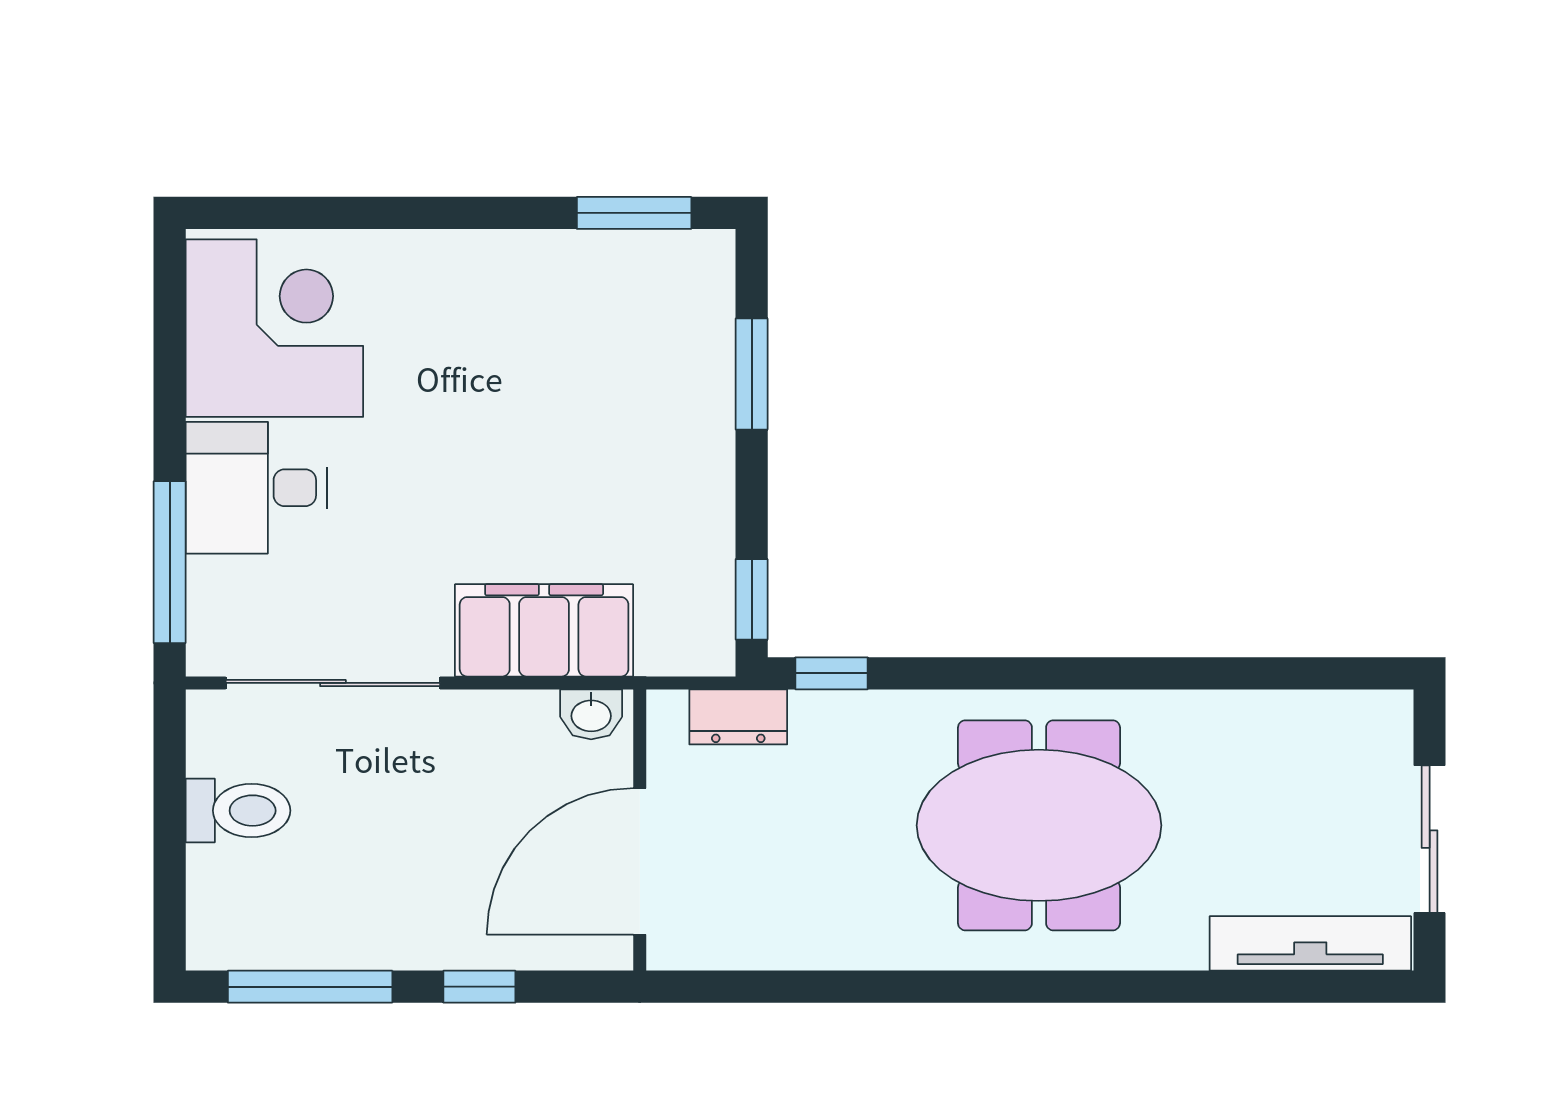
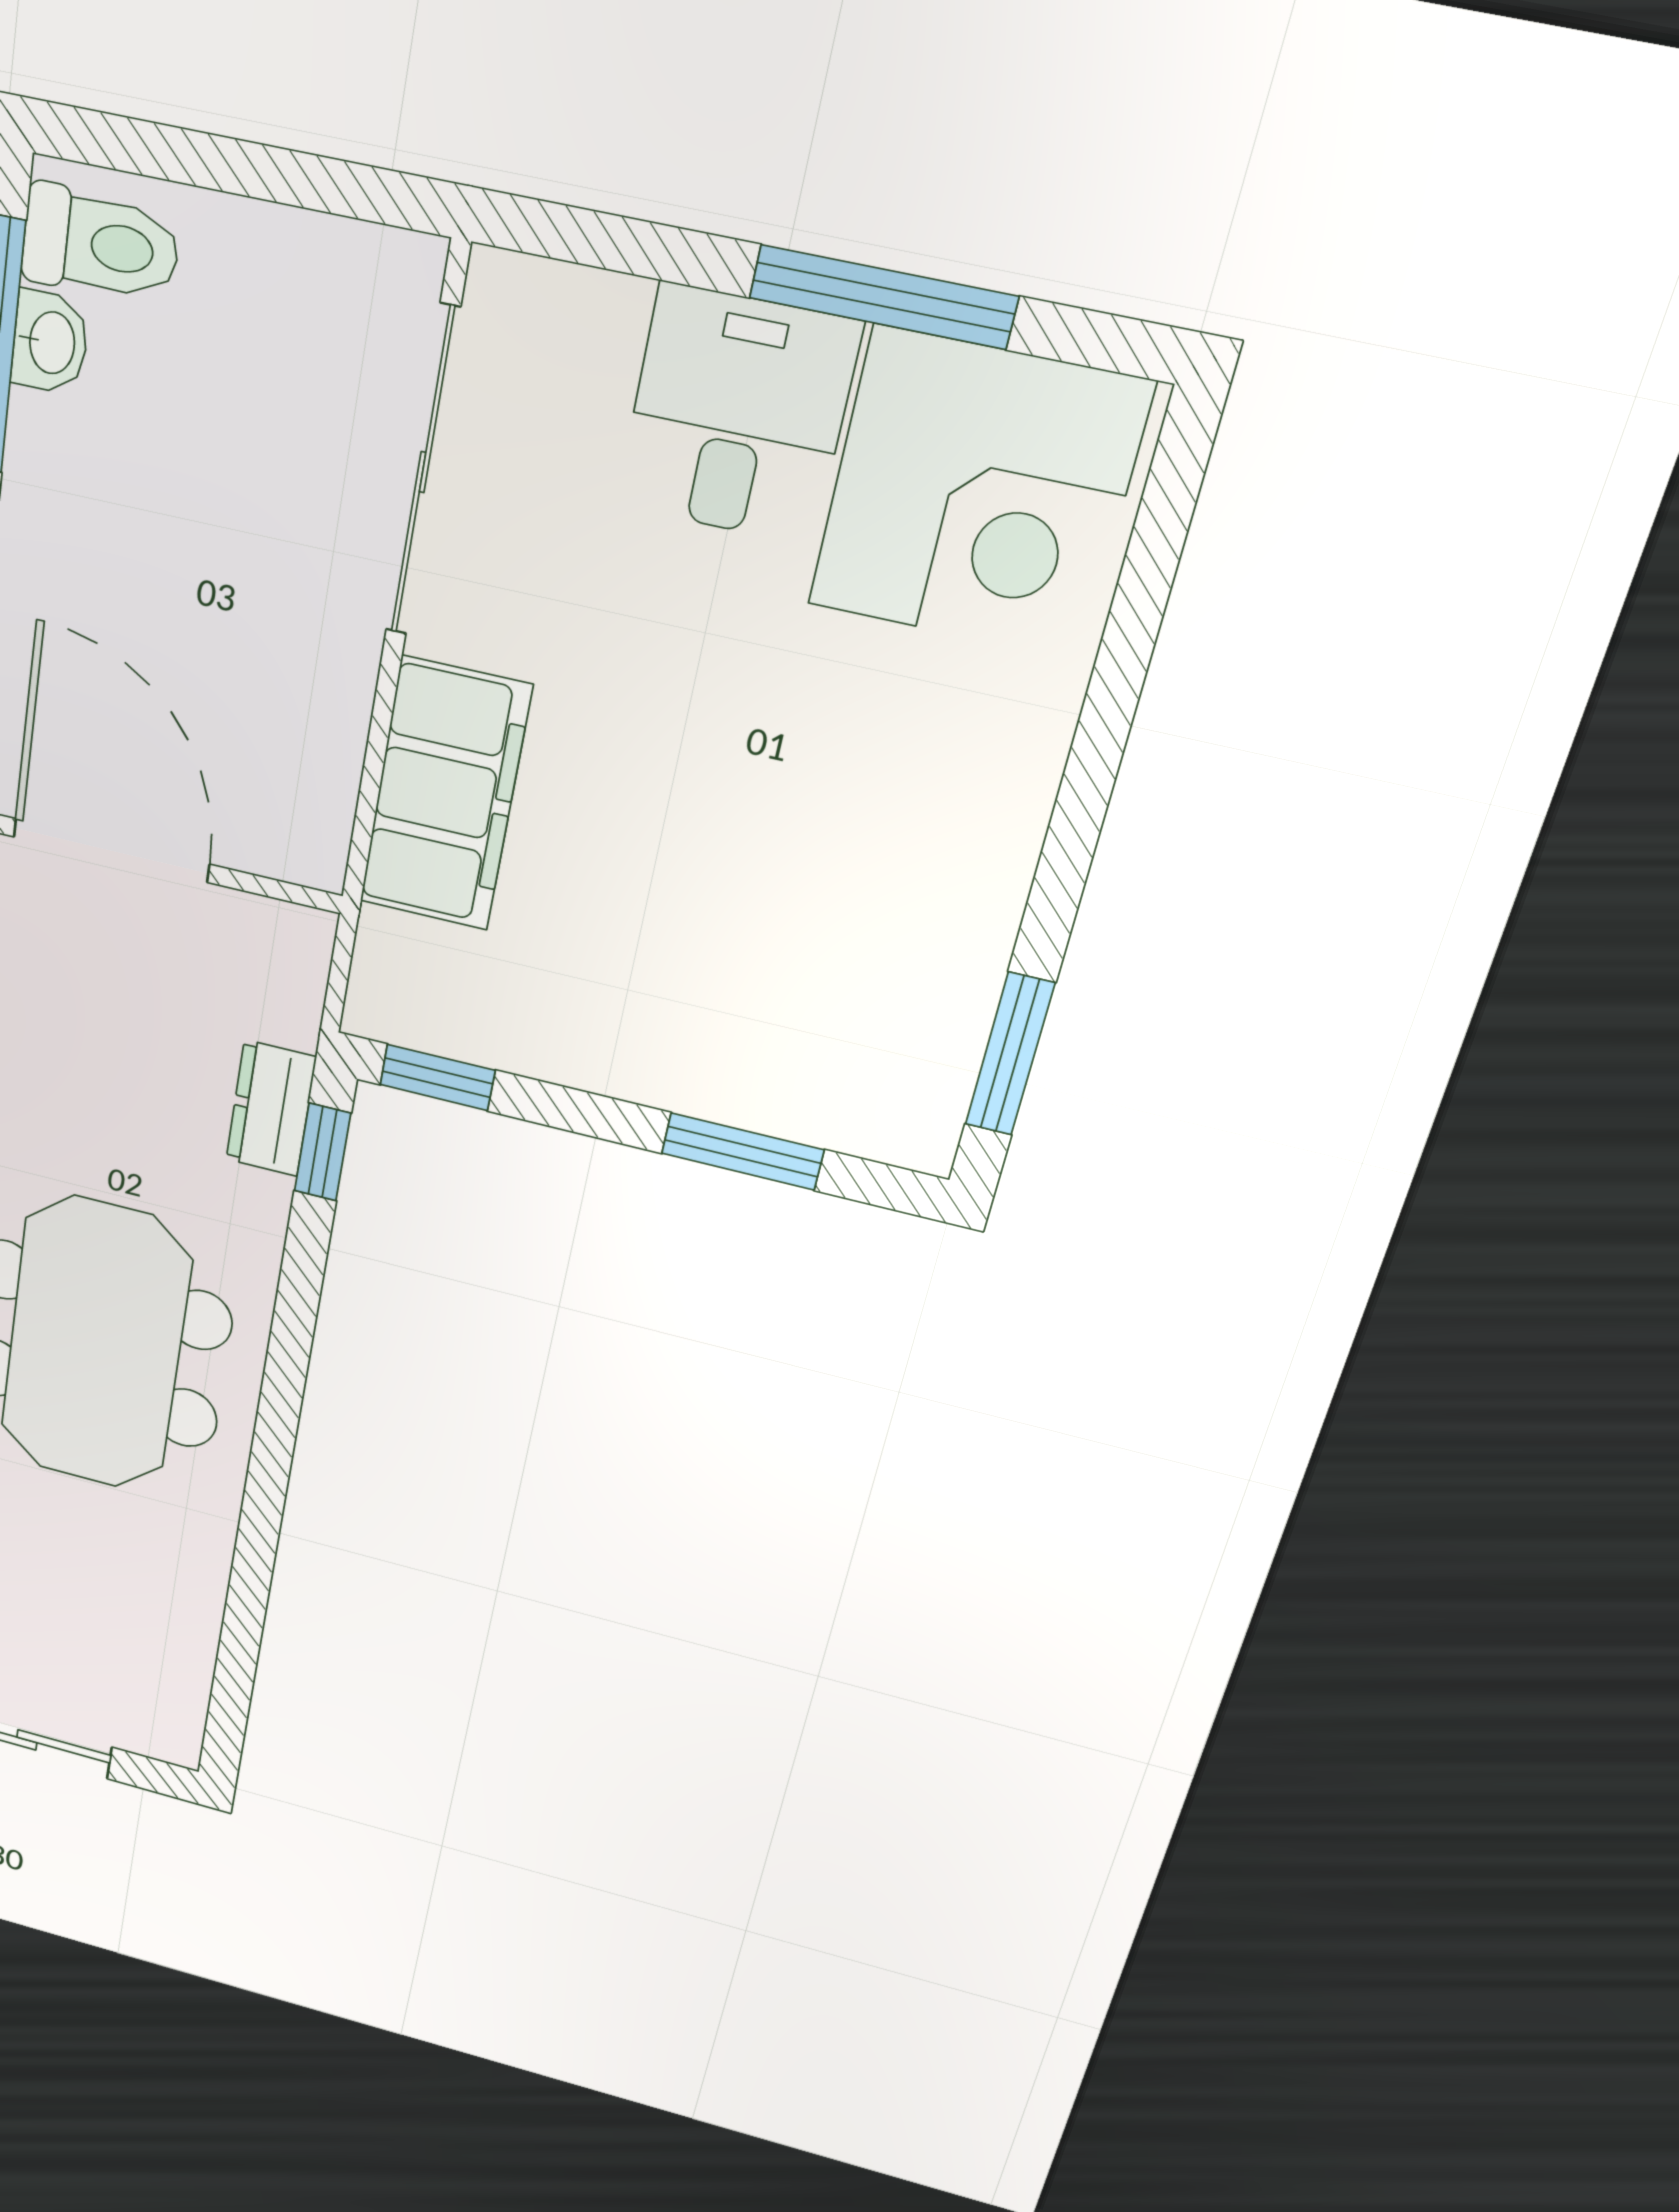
window: (170, 562) -> (883, 297), moved
washbasin: (591, 714) -> (50, 342), moved, turned 180
dresser: (738, 717) -> (271, 1108), moved
toilet: (238, 811) -> (101, 244), moved, turned -90

